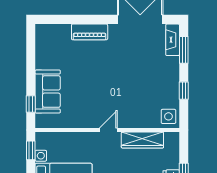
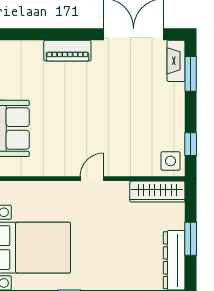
window: (184, 91) -> (191, 144), moved
wardrobe: (142, 140) -> (157, 192), moved

